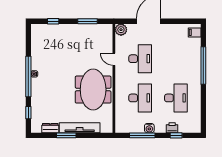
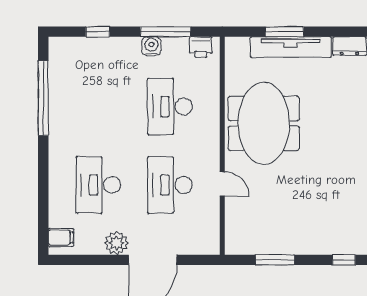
plant: (121, 30) -> (117, 243), moved
window: (203, 66) -> (43, 98), moved
desk: (176, 98) -> (98, 185), moved
printer: (172, 128) -> (201, 47), moved
window: (66, 135) -> (284, 32), moved

